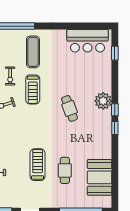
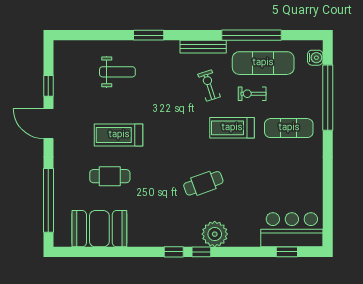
bar counter: (88, 41) -> (292, 230), moved, turned 90
treadmill: (38, 165) -> (119, 135), turned 180

